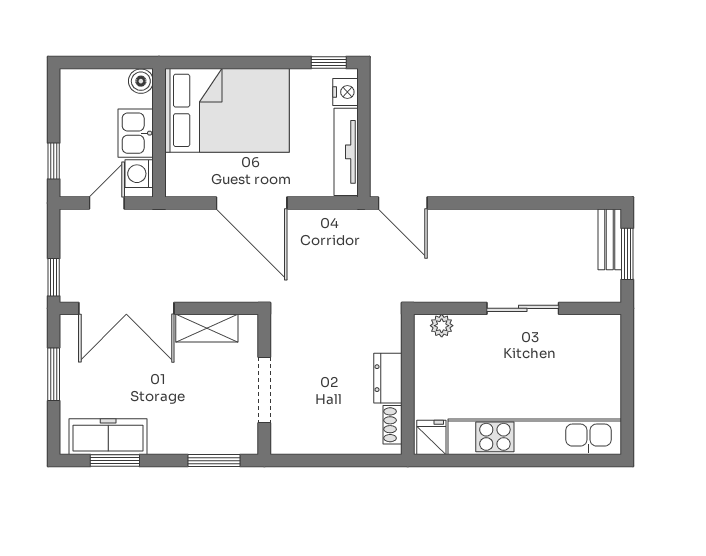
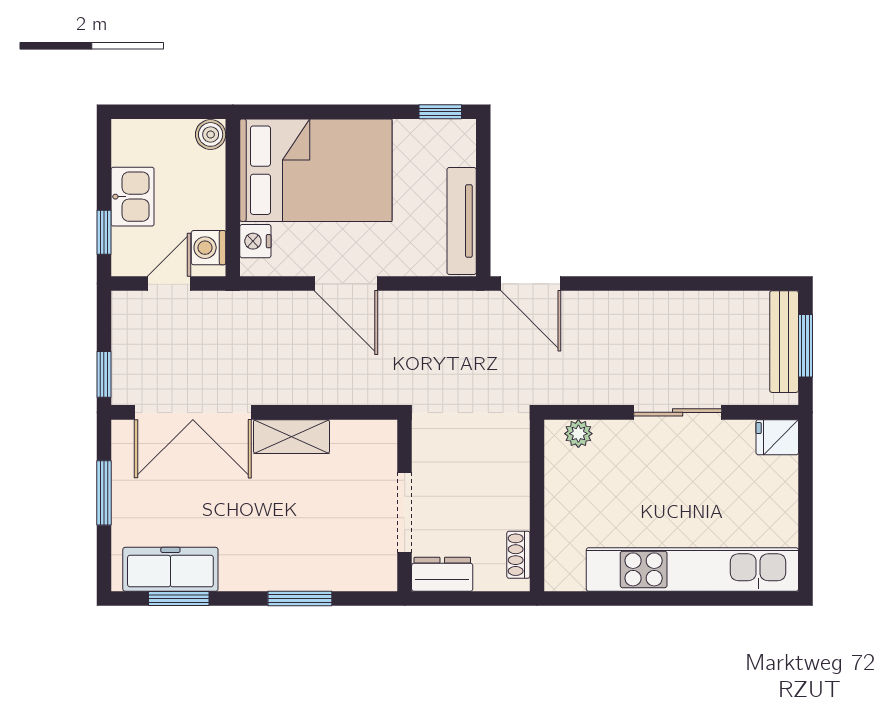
nightstand: (345, 92) -> (255, 241), moved, turned 180
kitchen sink: (136, 133) -> (133, 197), moved, turned 180
door: (252, 203) -> (346, 284), width x0.73
bench: (610, 239) -> (784, 342), width x1.36
dresser: (388, 378) -> (442, 574), moved, turned 90
wall: (264, 384) -> (405, 505), moved
doorway: (264, 390) -> (405, 512), moved
fridge: (431, 437) -> (777, 437), moved, turned -90

